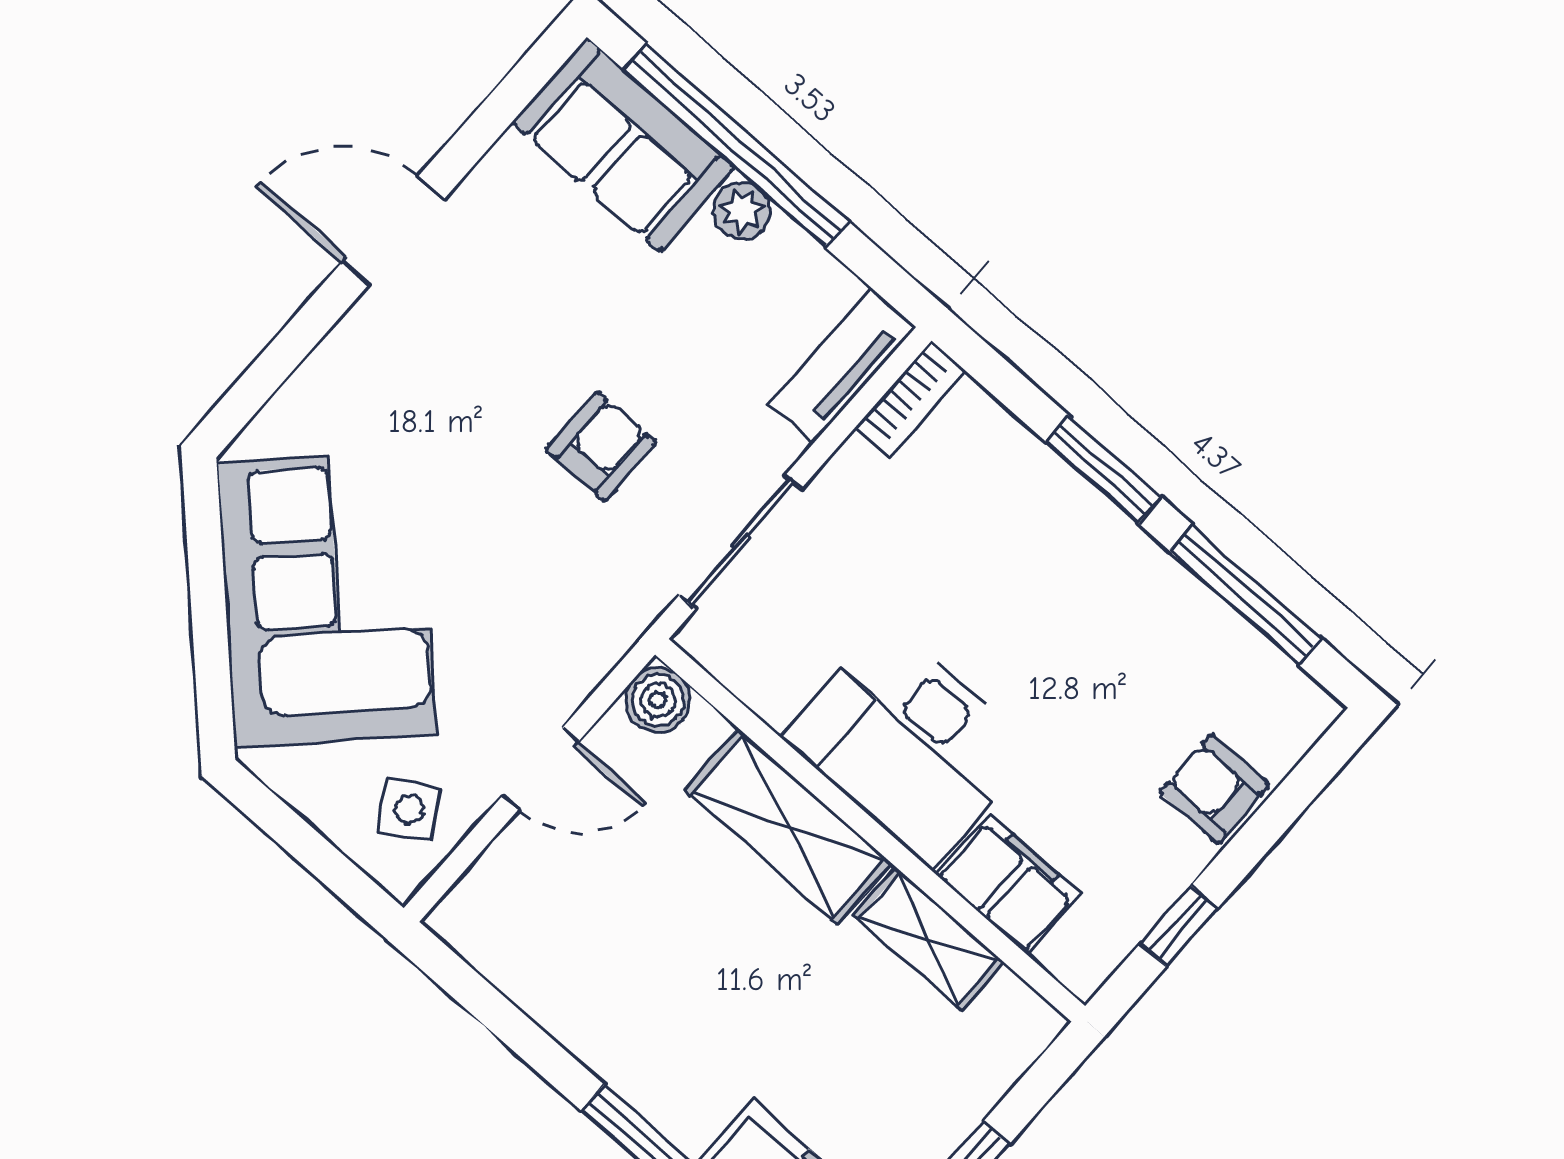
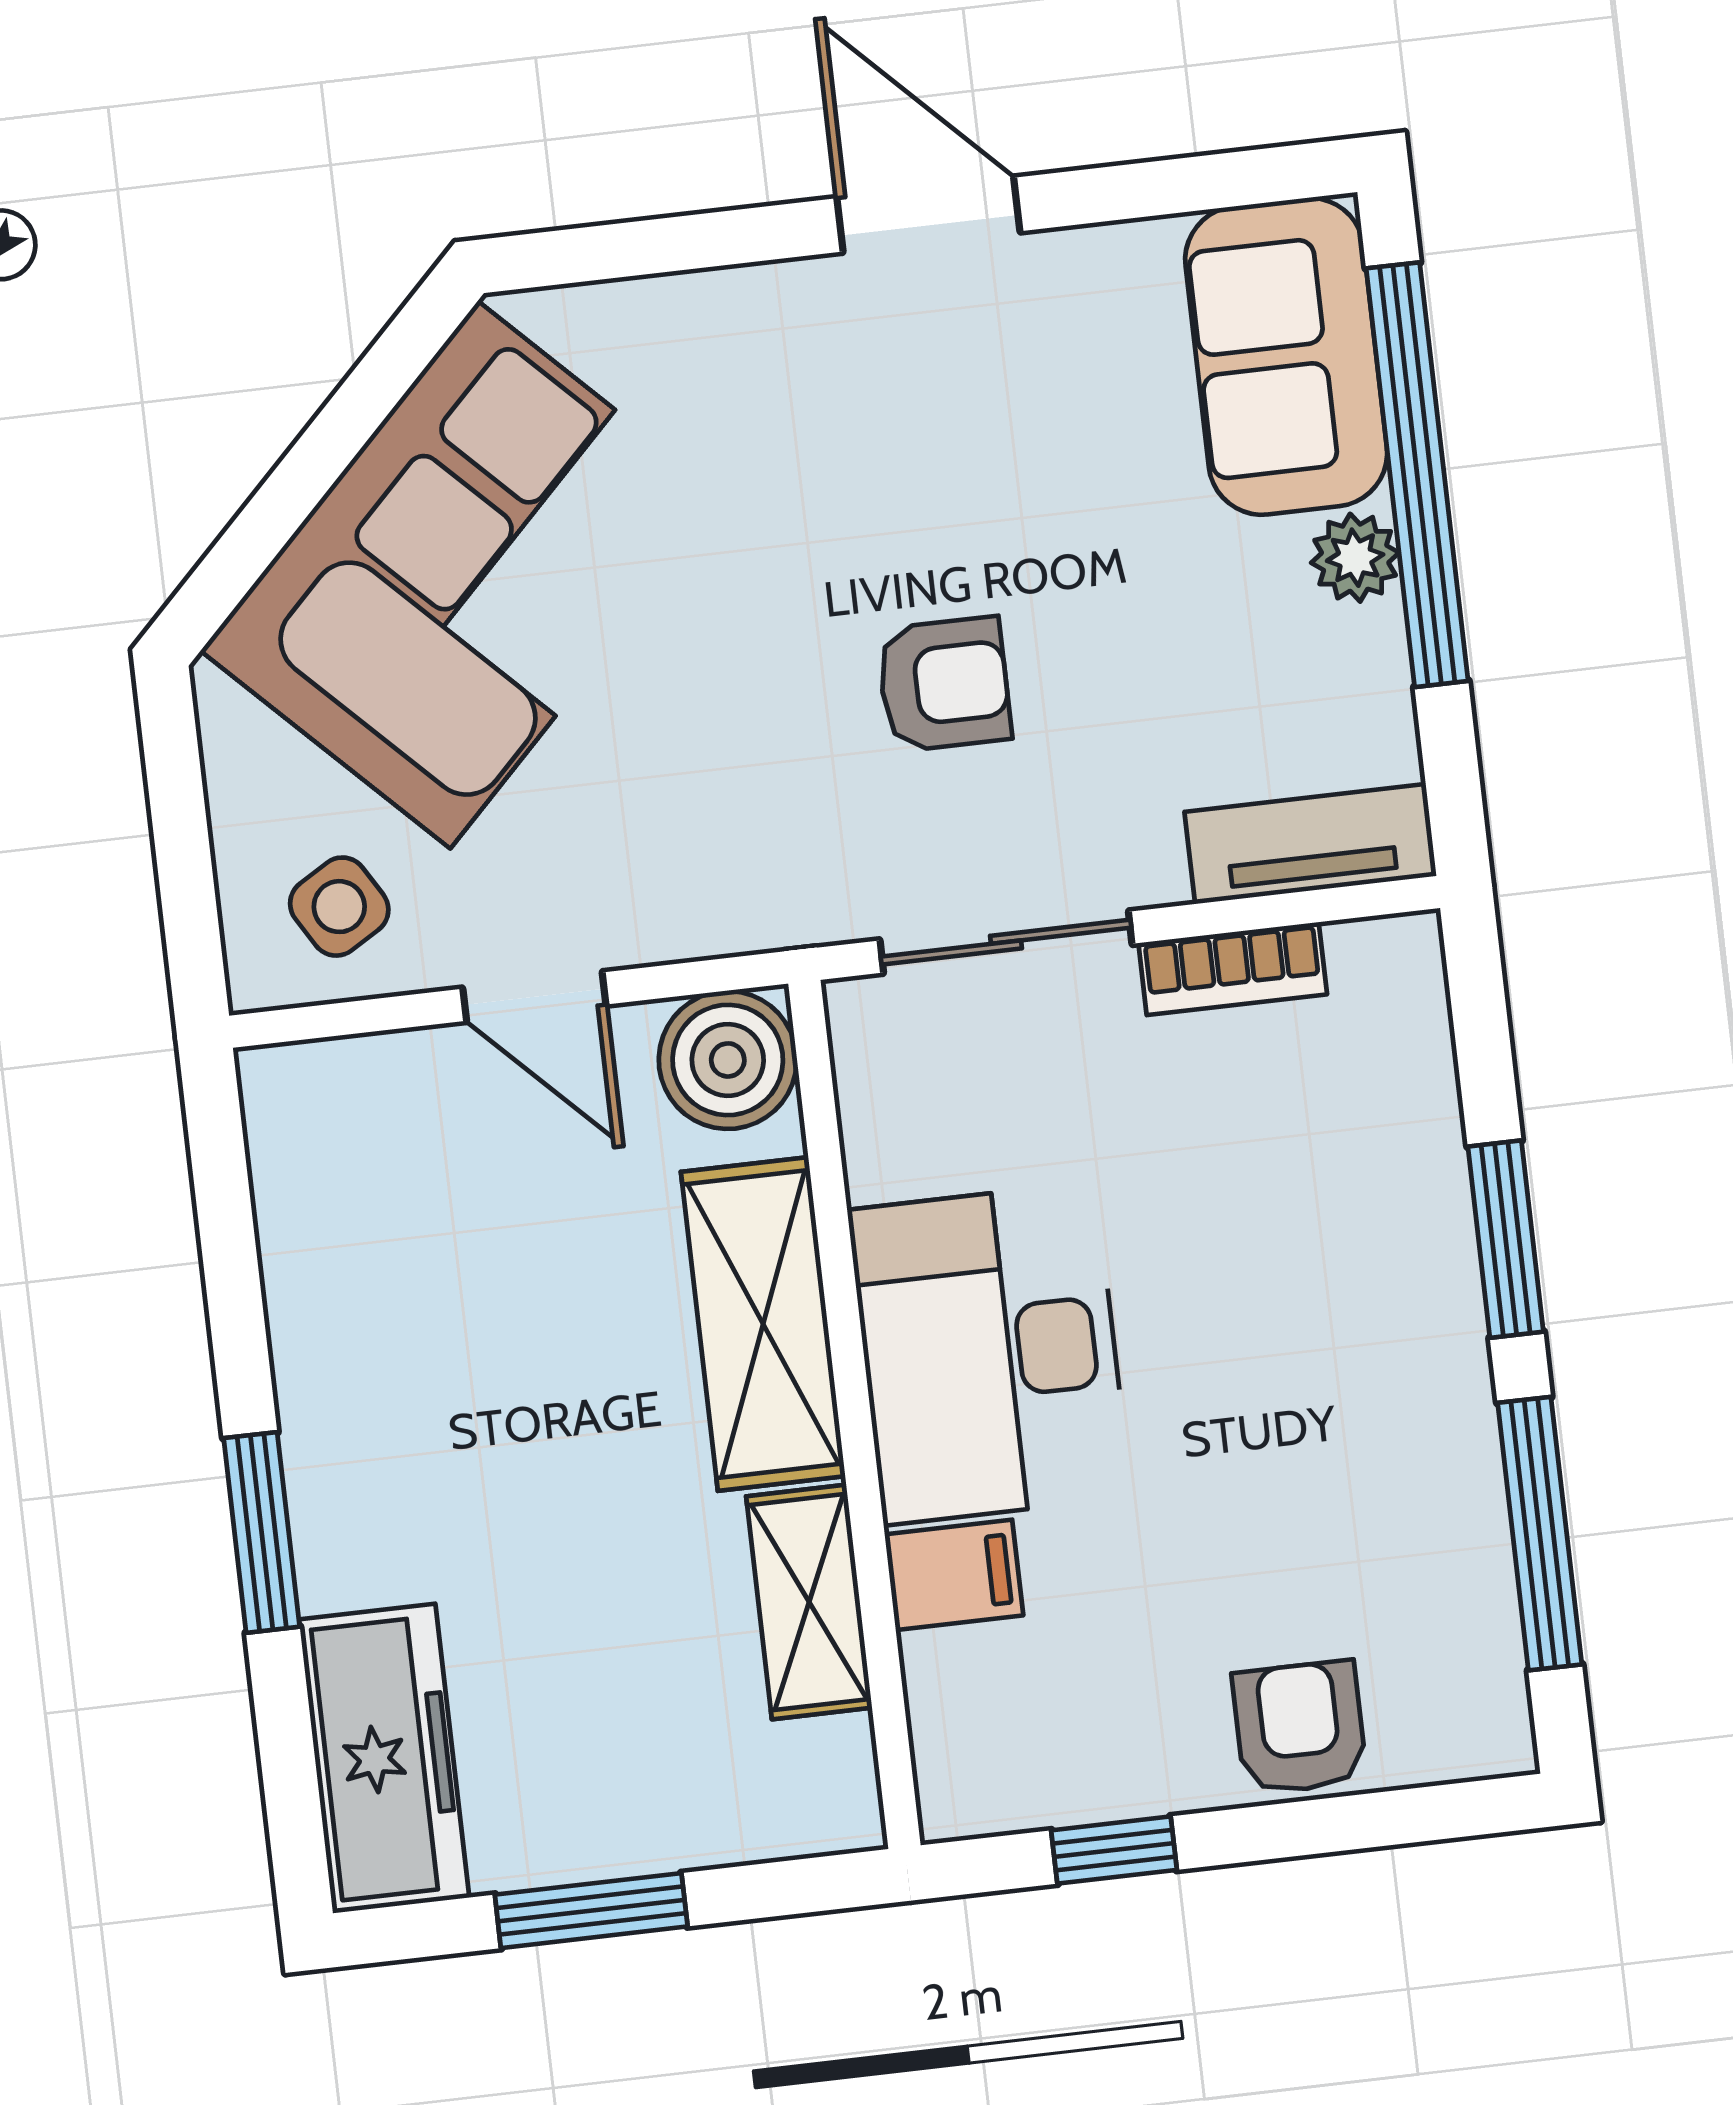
bookcase: (911, 399) -> (1233, 969), moved
boiler: (658, 700) -> (728, 1060), width x1.36, depth x1.36
filing cabinet: (1009, 884) -> (954, 1575), width x0.50

